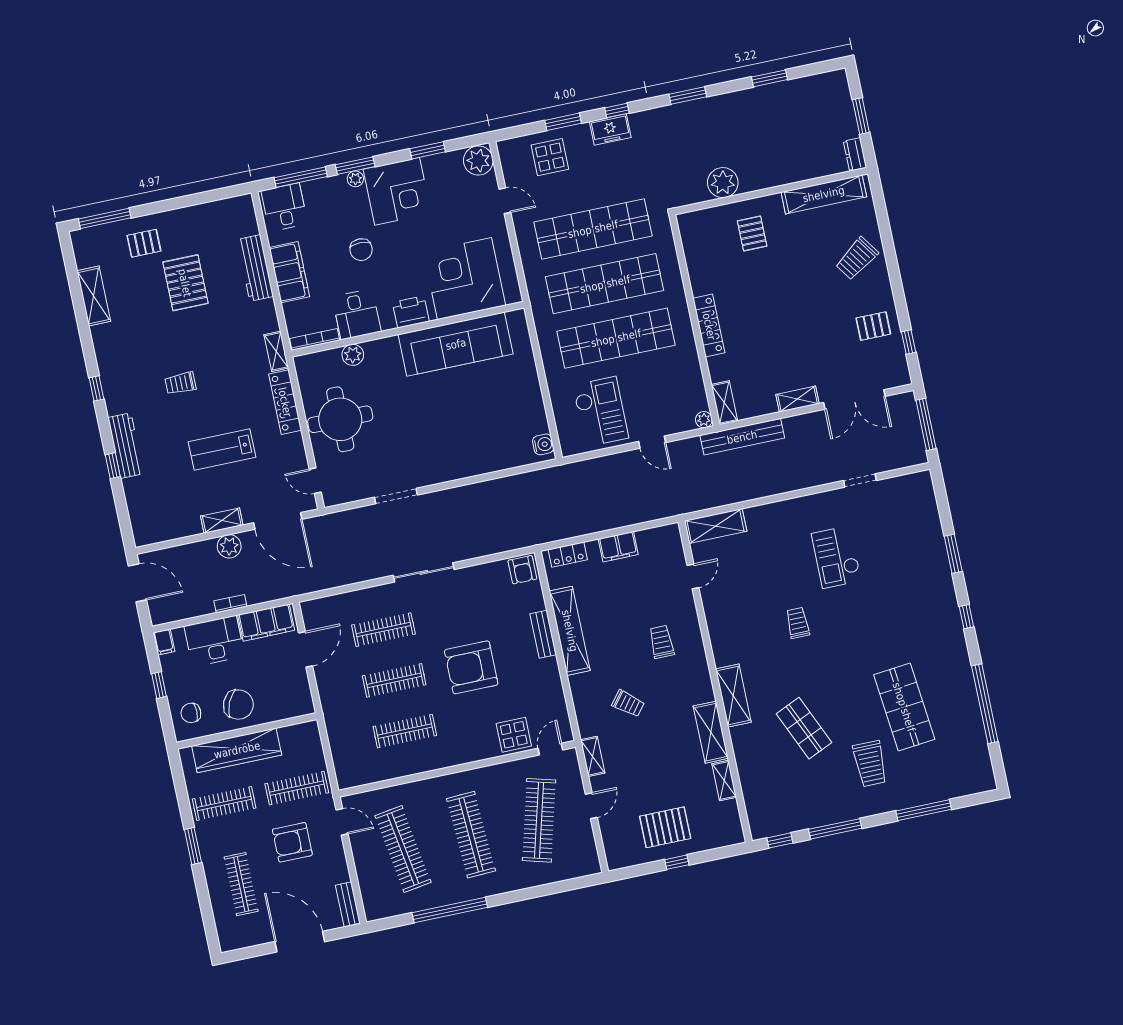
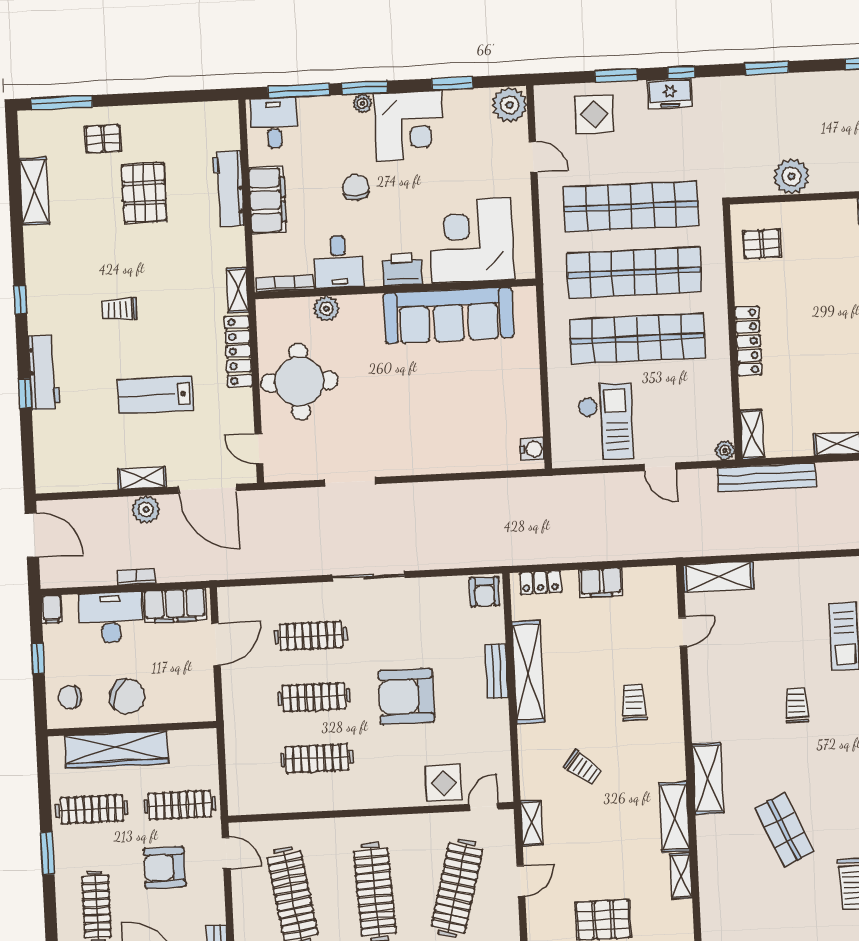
pallet: (752, 234) -> (762, 244), moved, turned 90
chair: (361, 250) -> (356, 187), turned 180

